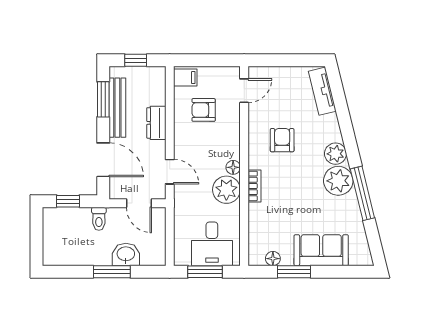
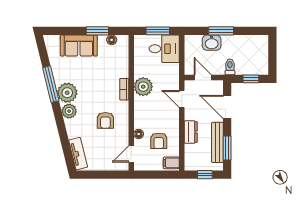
armchair: (204, 110) -> (159, 141), turned 90
floor lamp: (233, 167) -> (139, 134), moved
desk: (212, 244) -> (164, 49), moved, turned 90

